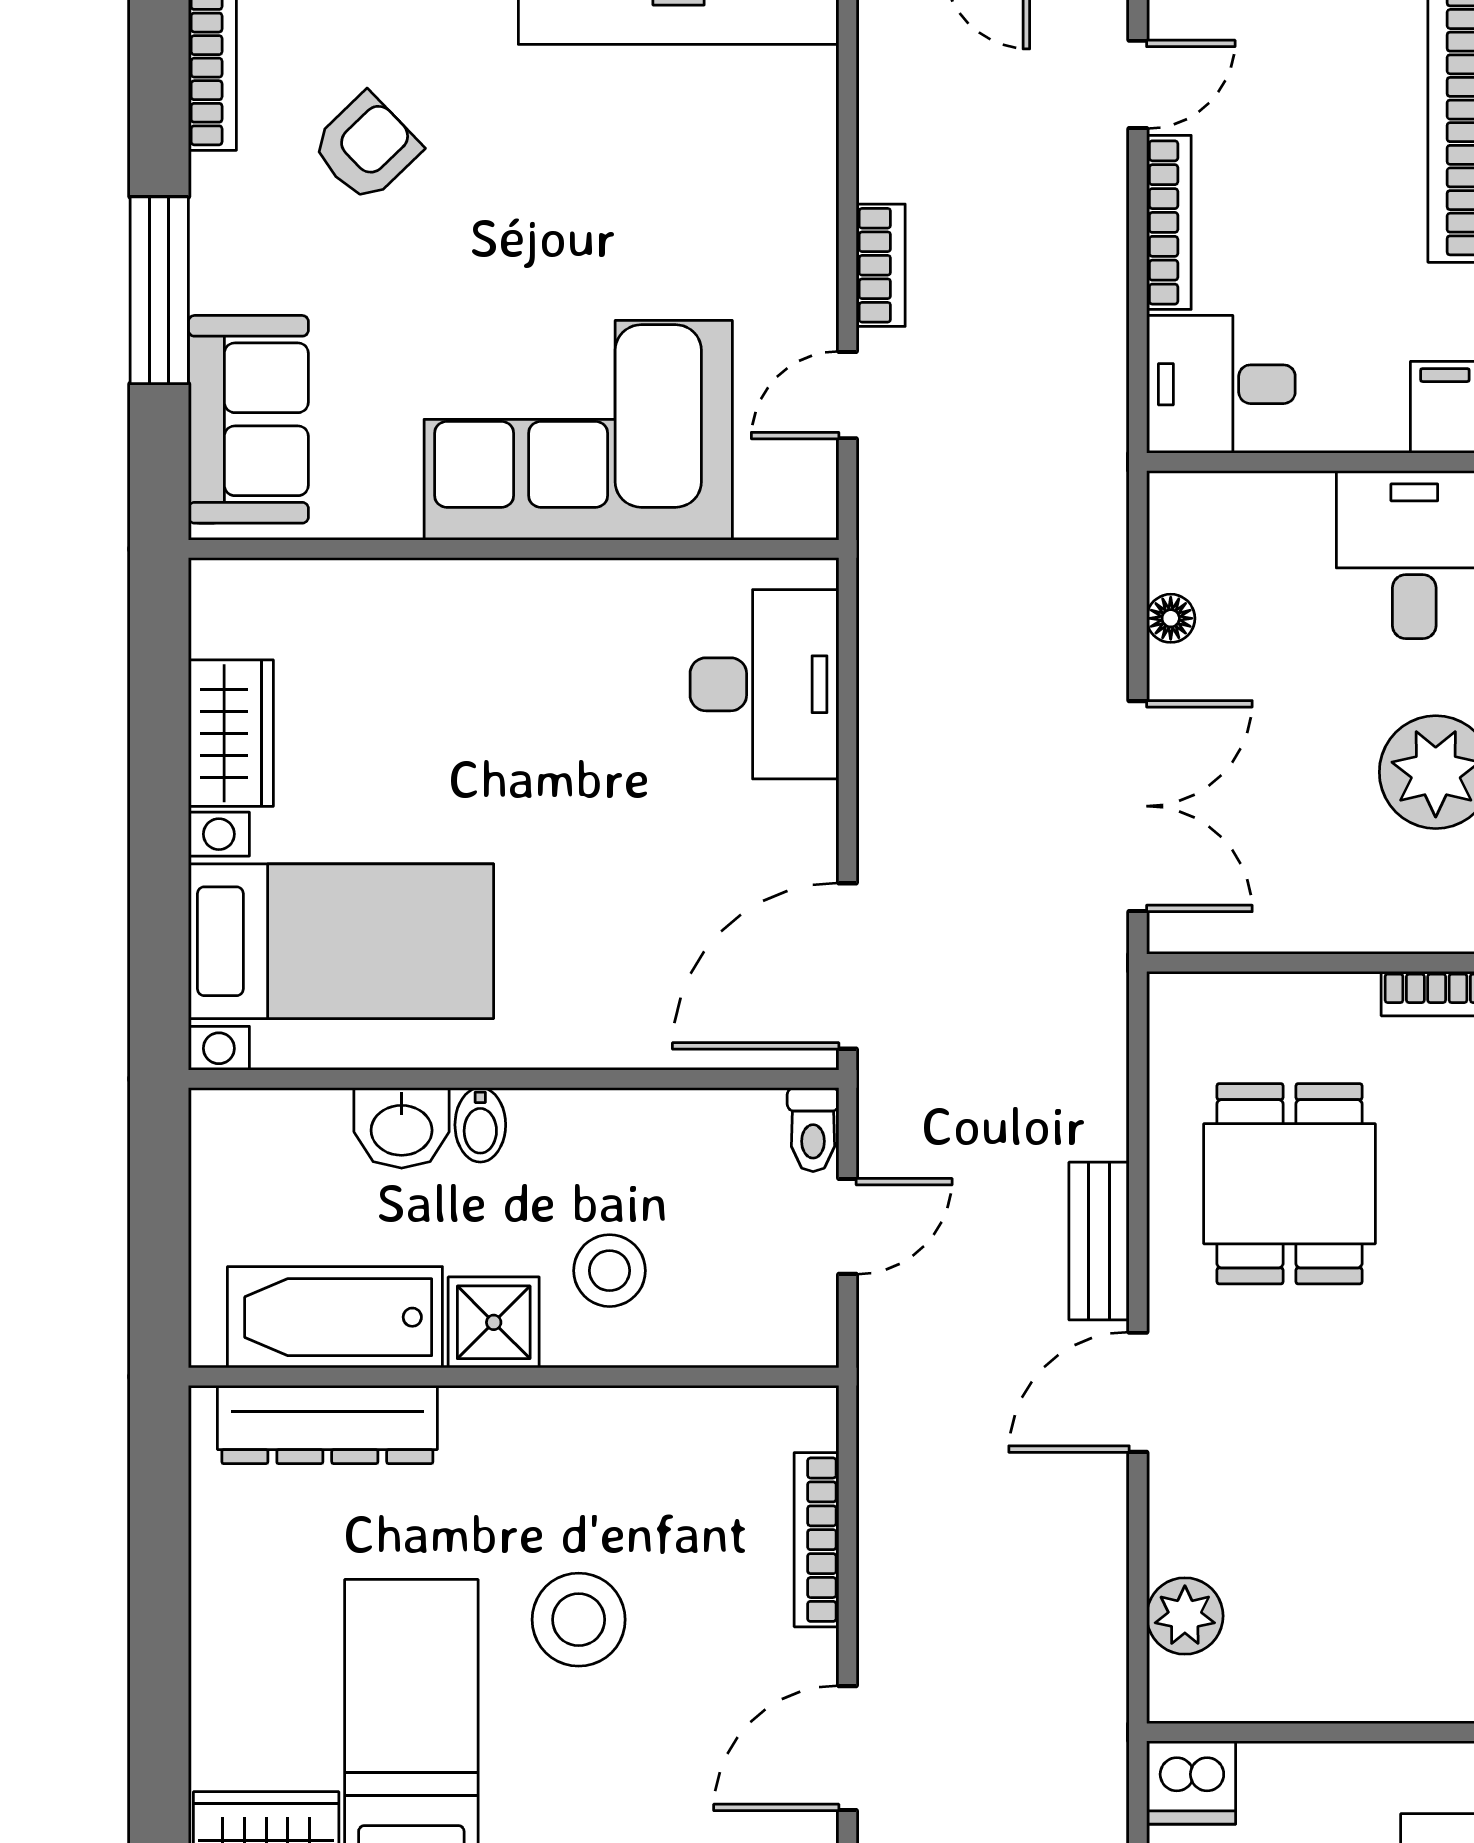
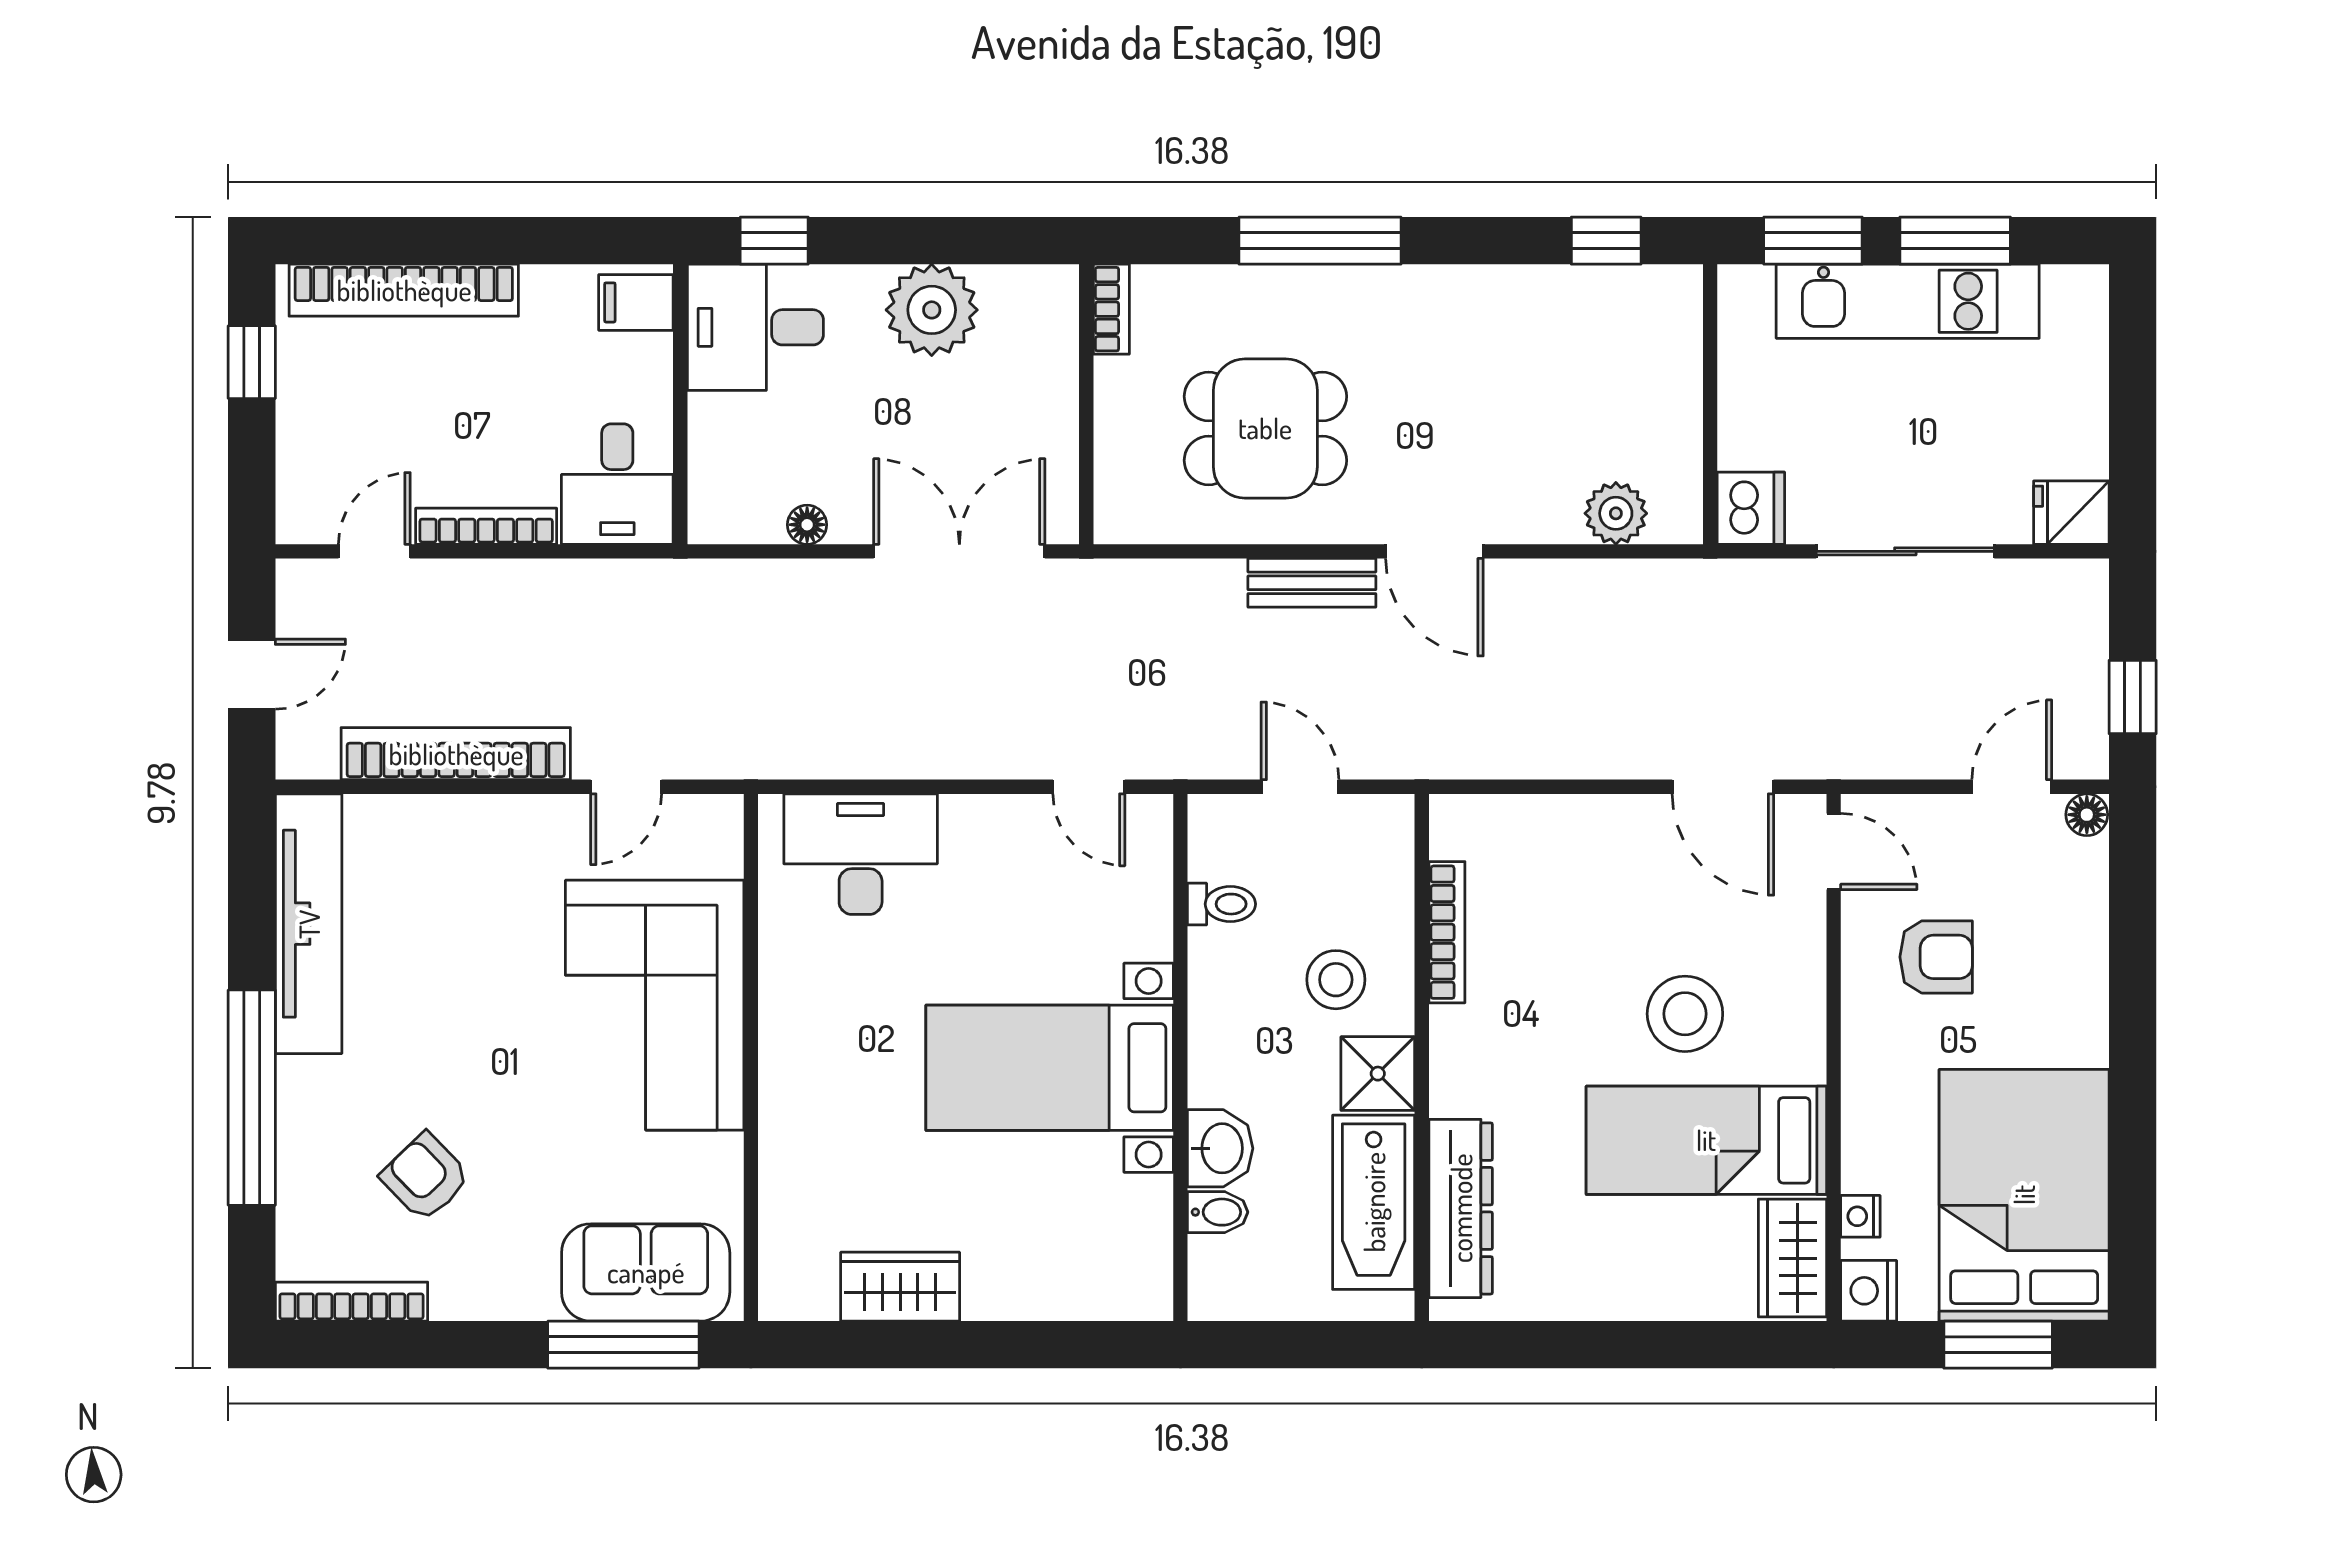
door: (1138, 84) -> (374, 551), hinge flipped
bookcase: (881, 265) -> (456, 754), width x2.31, depth x1.31
window: (159, 290) -> (623, 1345), moved
door: (847, 395) -> (626, 787), hinge flipped
bed with nightstands: (341, 941) -> (1050, 1068), moved, turned -90
door: (847, 966) -> (1089, 787), width x0.53
bidet: (480, 1125) -> (1218, 1212), moved
toilet: (813, 1130) -> (1222, 904), moved
bookcase: (816, 1540) -> (1447, 932), moved, turned -90
stool: (579, 1620) -> (1685, 1014), moved

